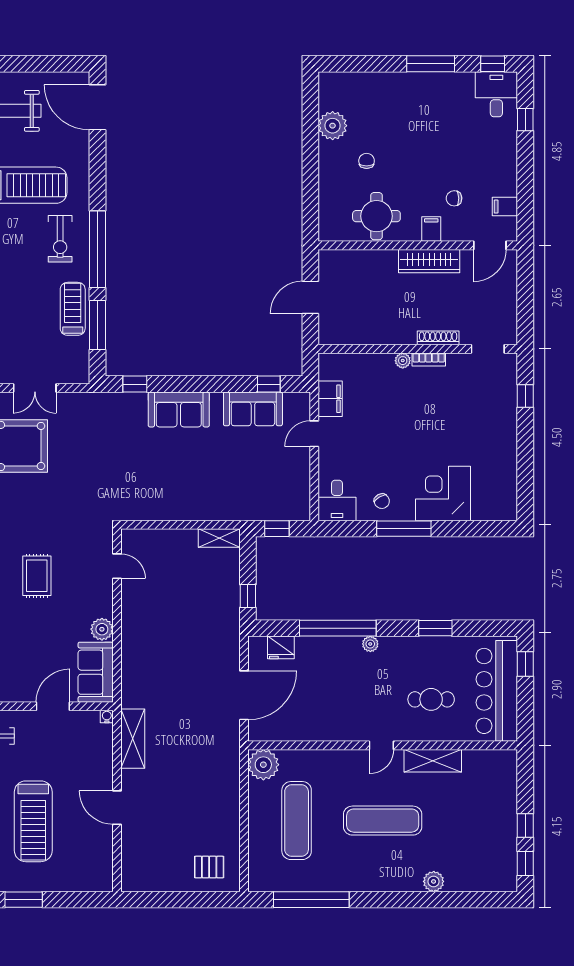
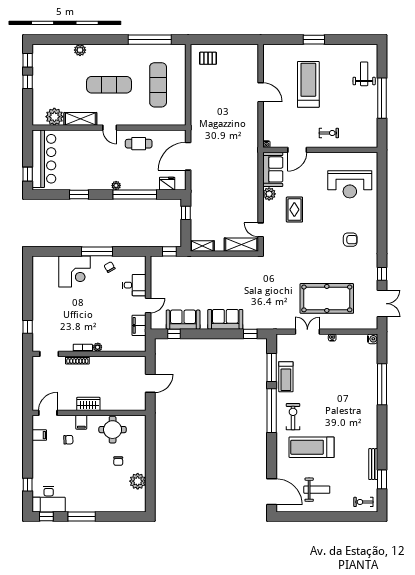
desk: (496, 94) -> (49, 499), width x1.37
wardrobe: (429, 261) -> (88, 404), width x0.67
desk: (337, 500) -> (134, 285), moved, turned 90
rug: (37, 576) -> (294, 210), moved
cafe table: (431, 699) -> (139, 144), moved
shelving: (133, 739) -> (241, 245), moved, turned 90
door: (381, 745) -> (110, 128), swing flipped
plant: (263, 765) -> (54, 117), moved

